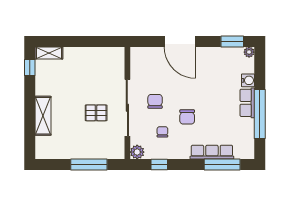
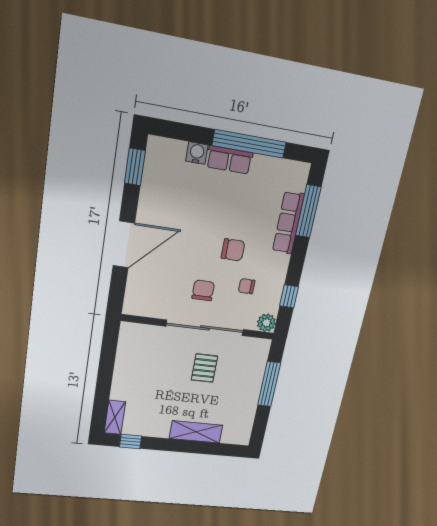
plant: (249, 52) -> (155, 144), removed
chair: (155, 101) -> (203, 290), turned 90

